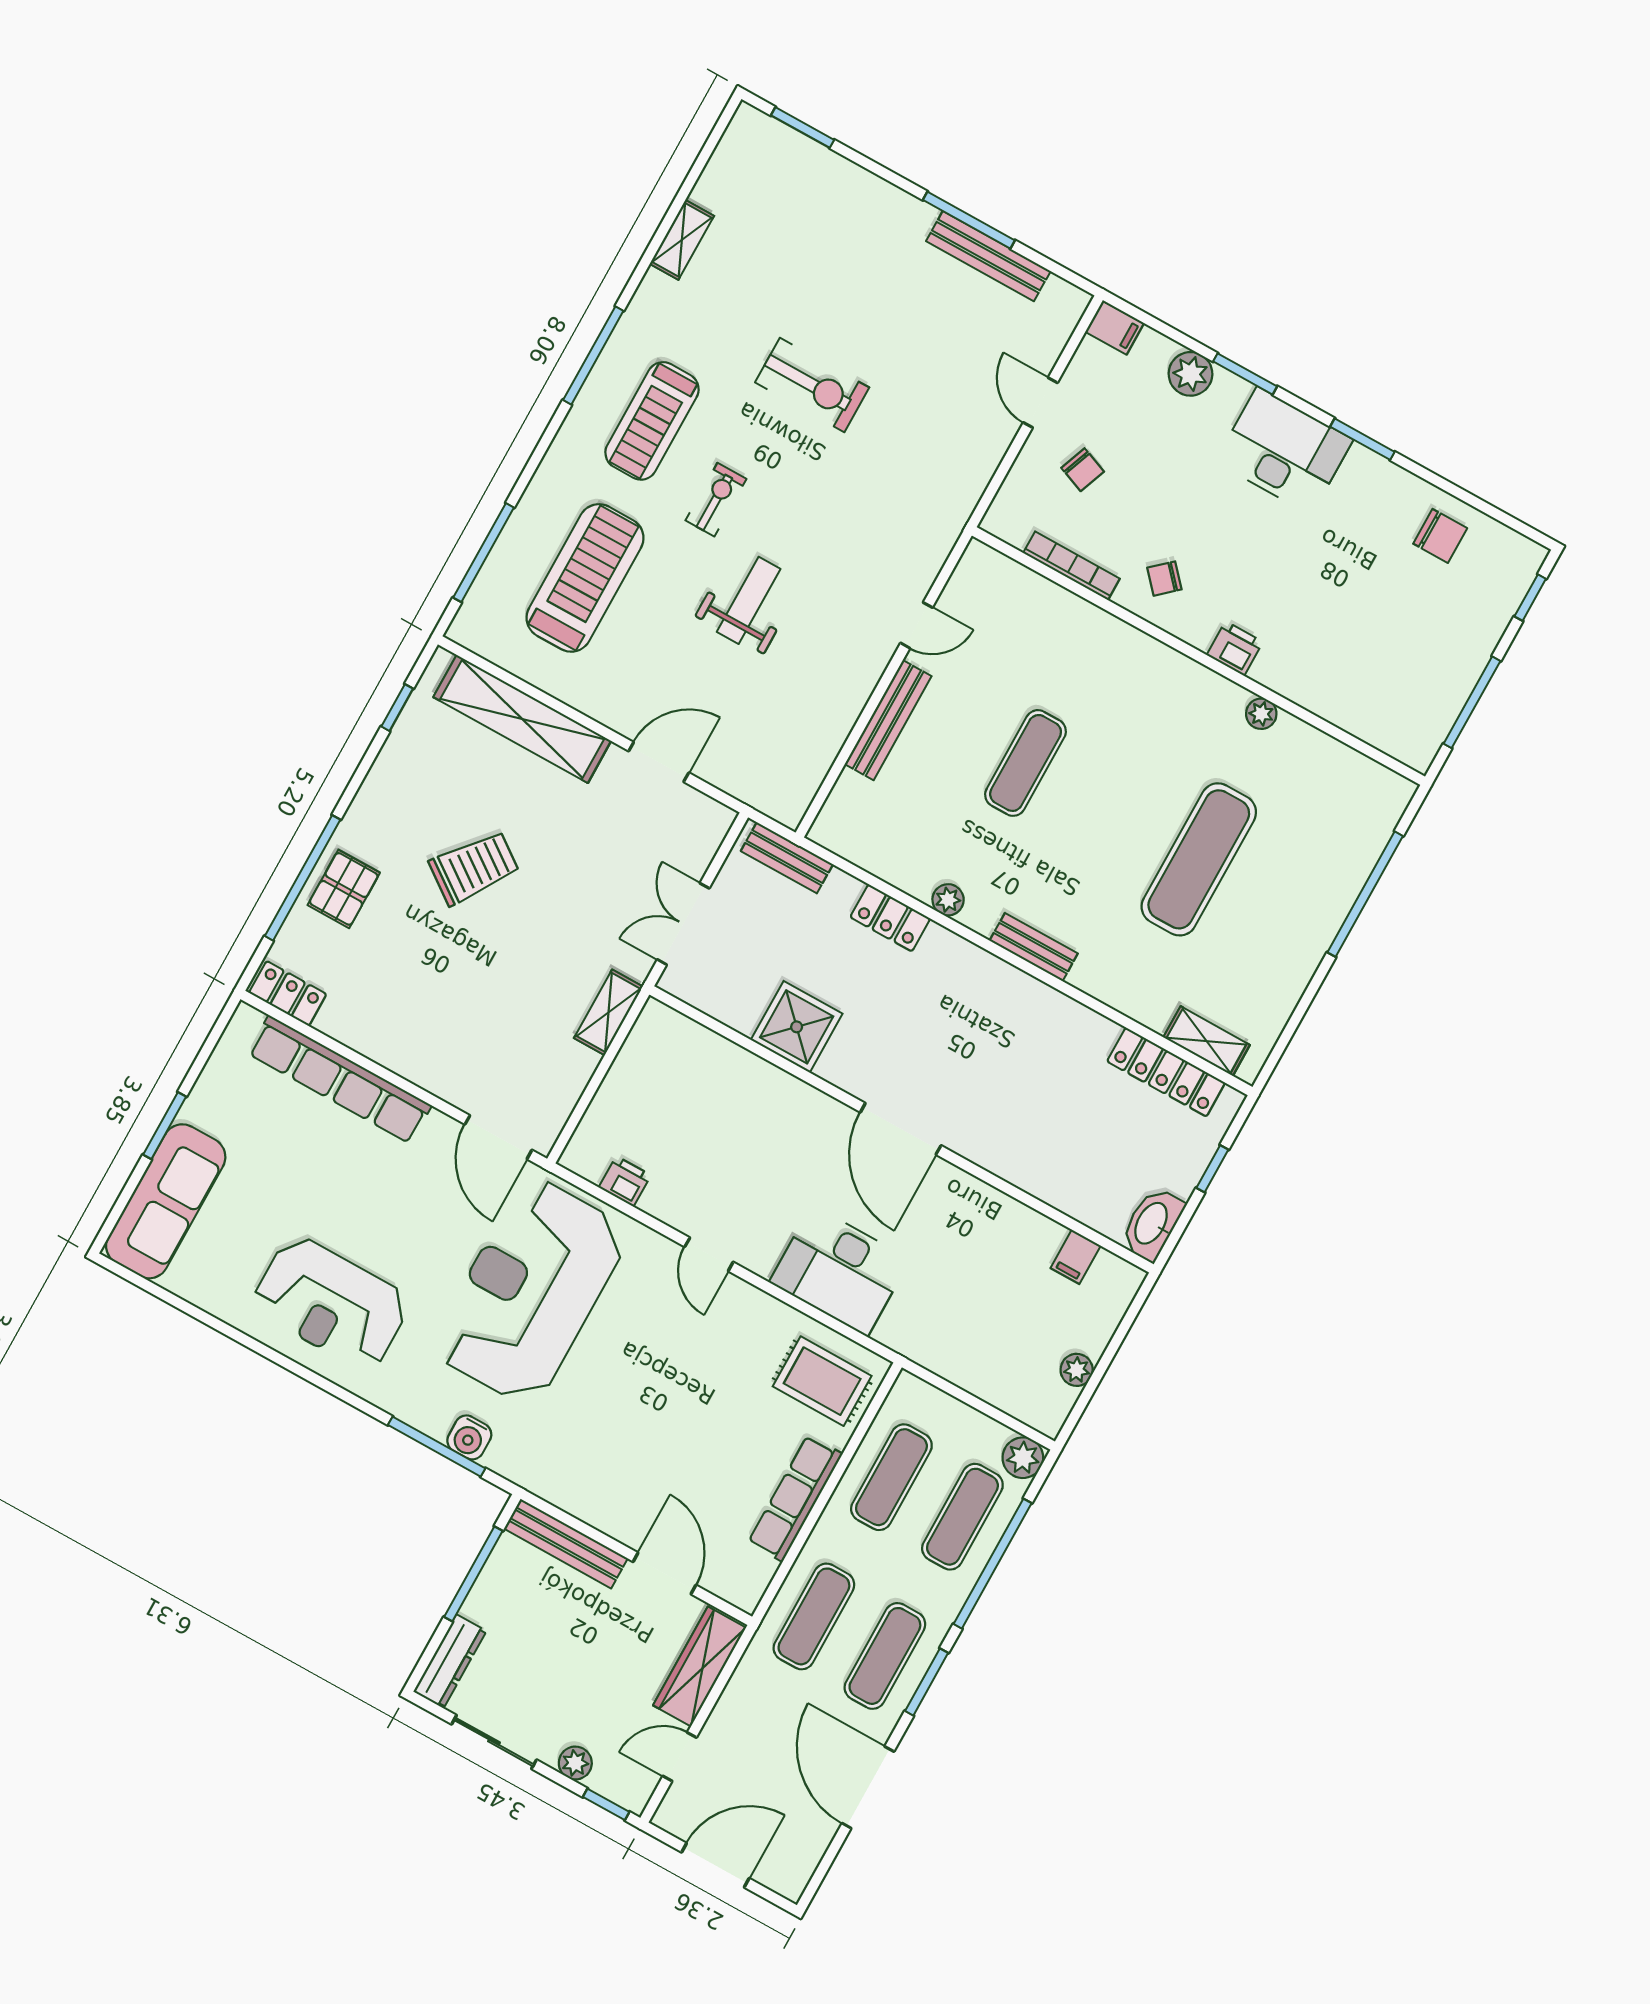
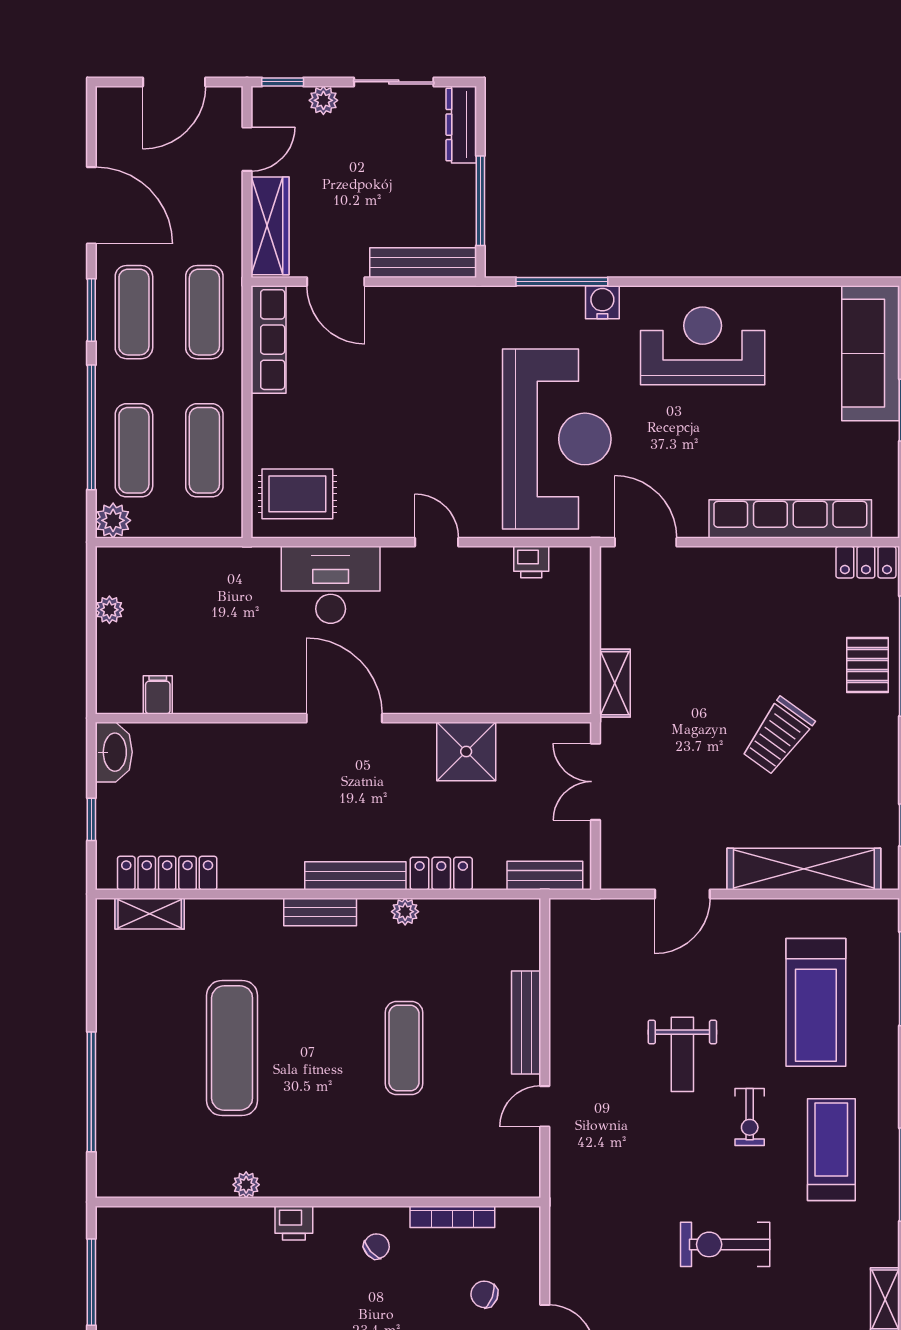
double door: (683, 924) -> (595, 782), swing flipped
bench: (978, 964) -> (355, 876), added
water cooler: (469, 1437) -> (602, 302), moved
row of seats: (795, 1498) -> (268, 340), moved

